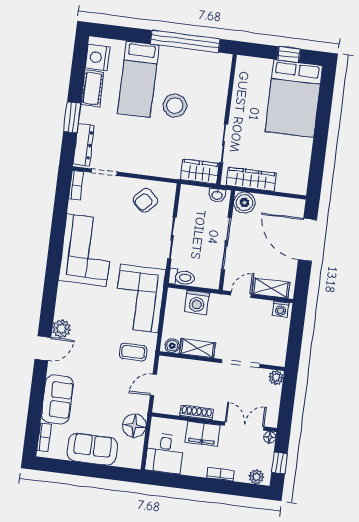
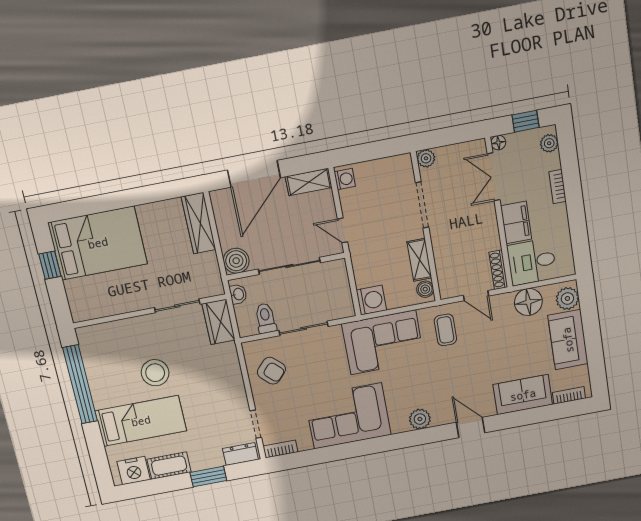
dresser: (84, 145) -> (240, 454), width x0.70
wardrobe: (251, 179) -> (199, 223), moved
toilet: (182, 277) -> (266, 318), moved
shelving: (271, 288) -> (309, 182), moved, turned 90
washing machine: (197, 302) -> (371, 300), moved
plant: (62, 329) -> (420, 419), moved
shoe rack: (197, 412) -> (498, 270), moved
desk: (165, 453) -> (532, 262), moved, turned 180
plant: (127, 458) -> (567, 298), added

